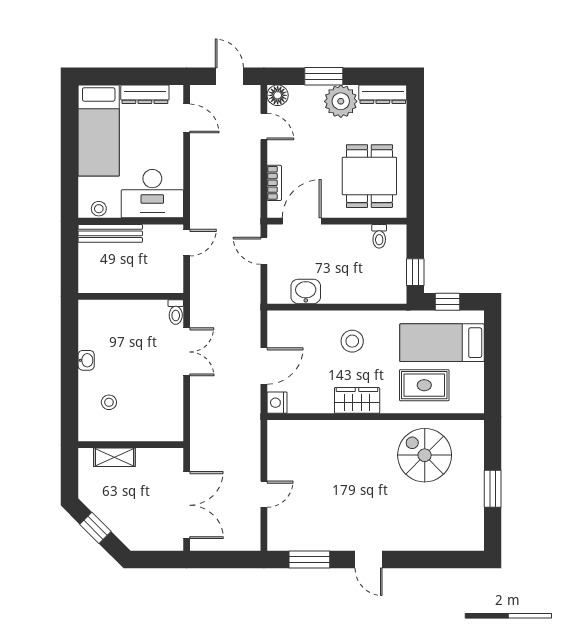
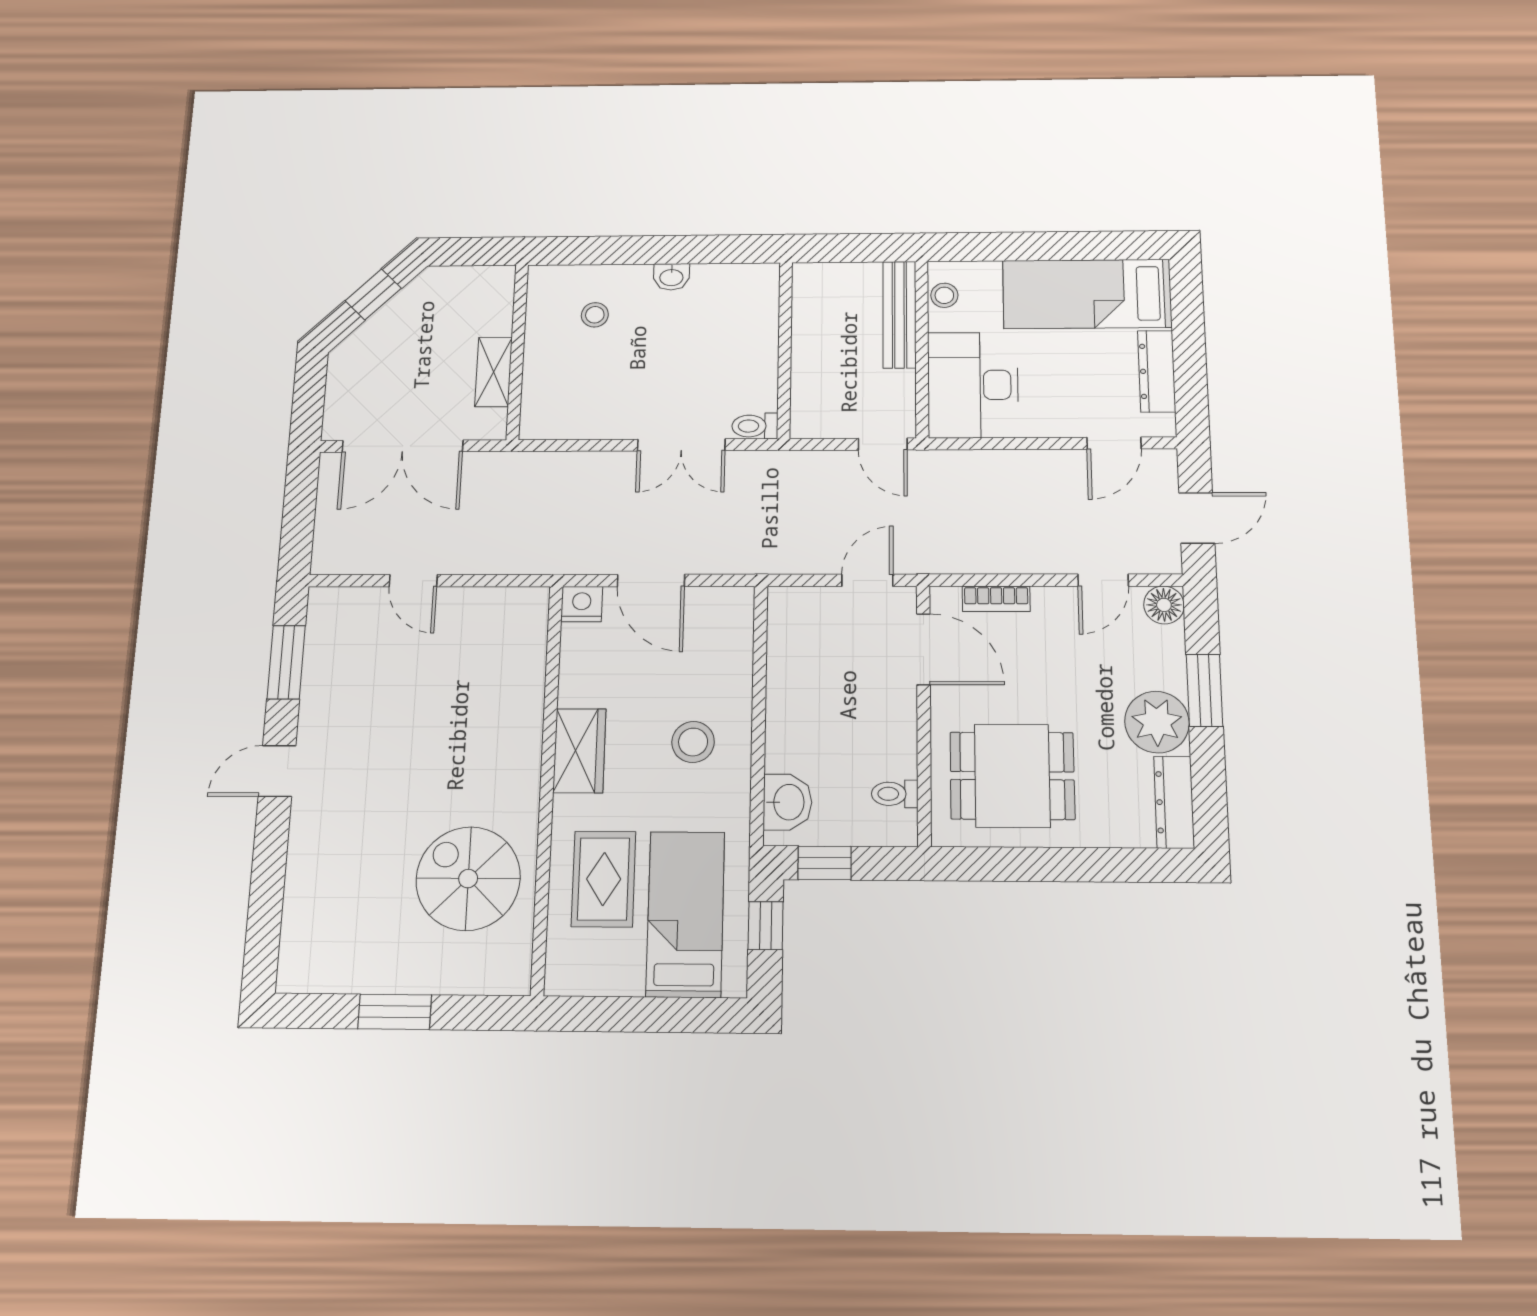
washbasin: (306, 291) -> (787, 802), moved
spiral stairs: (425, 455) -> (468, 879), turned -90
shelving: (114, 457) -> (494, 372), moved

